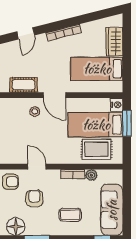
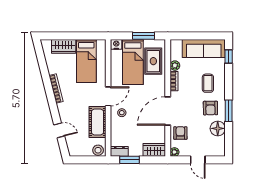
door: (26, 33) -> (59, 130), moved
cot: (24, 85) -> (97, 122), width x1.37, depth x1.34
window: (127, 123) -> (144, 36), moved
door: (37, 167) -> (168, 111), width x1.87
armchair: (34, 198) -> (210, 108), moved, turned -91

